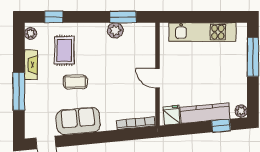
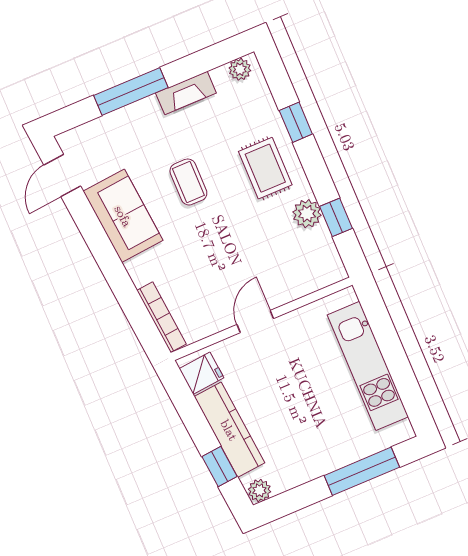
window: (54, 17) -> (296, 122), moved
window: (123, 17) -> (336, 217), width x0.67
rug: (64, 50) -> (265, 168), moved, turned 90

